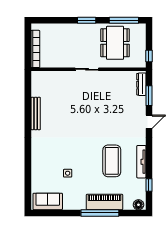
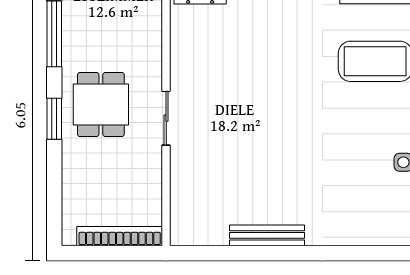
dining table: (115, 43) -> (101, 104), moved, width x0.73

